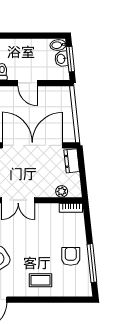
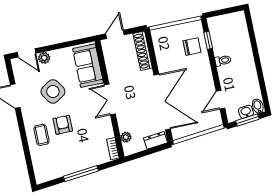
door: (28, 83) -> (221, 100), moved
armchair: (71, 256) -> (63, 125), moved, turned -90
window: (92, 263) -> (81, 174), moved

